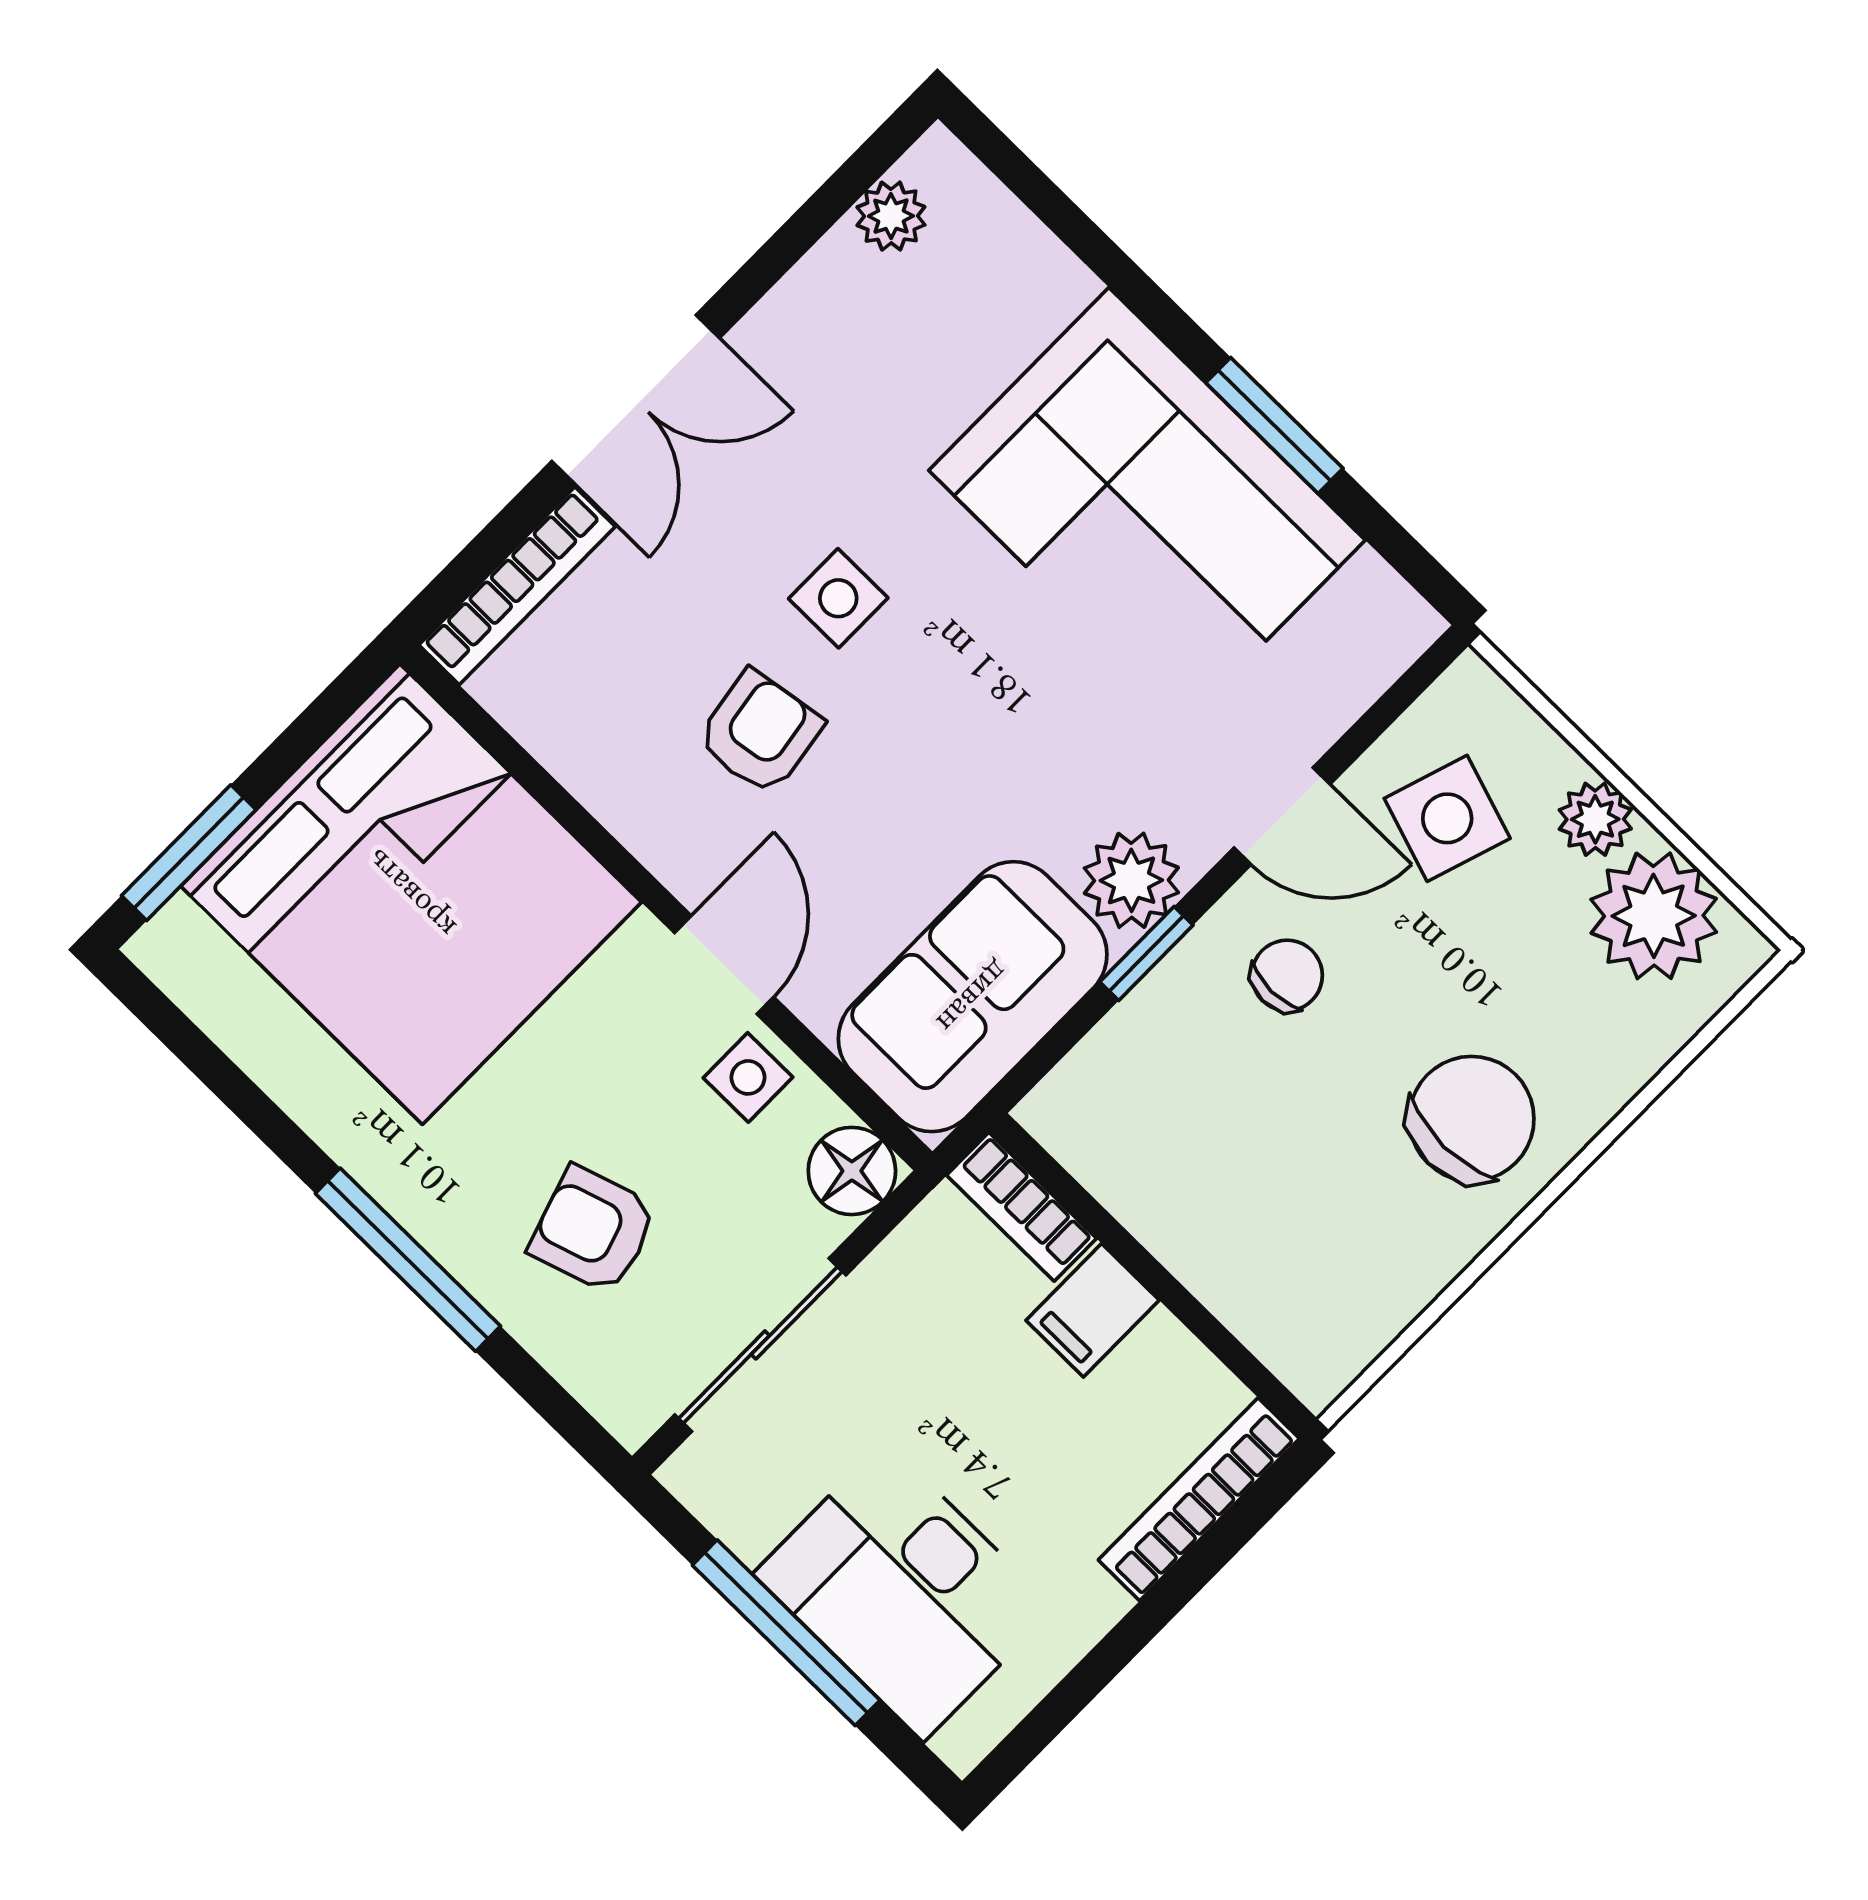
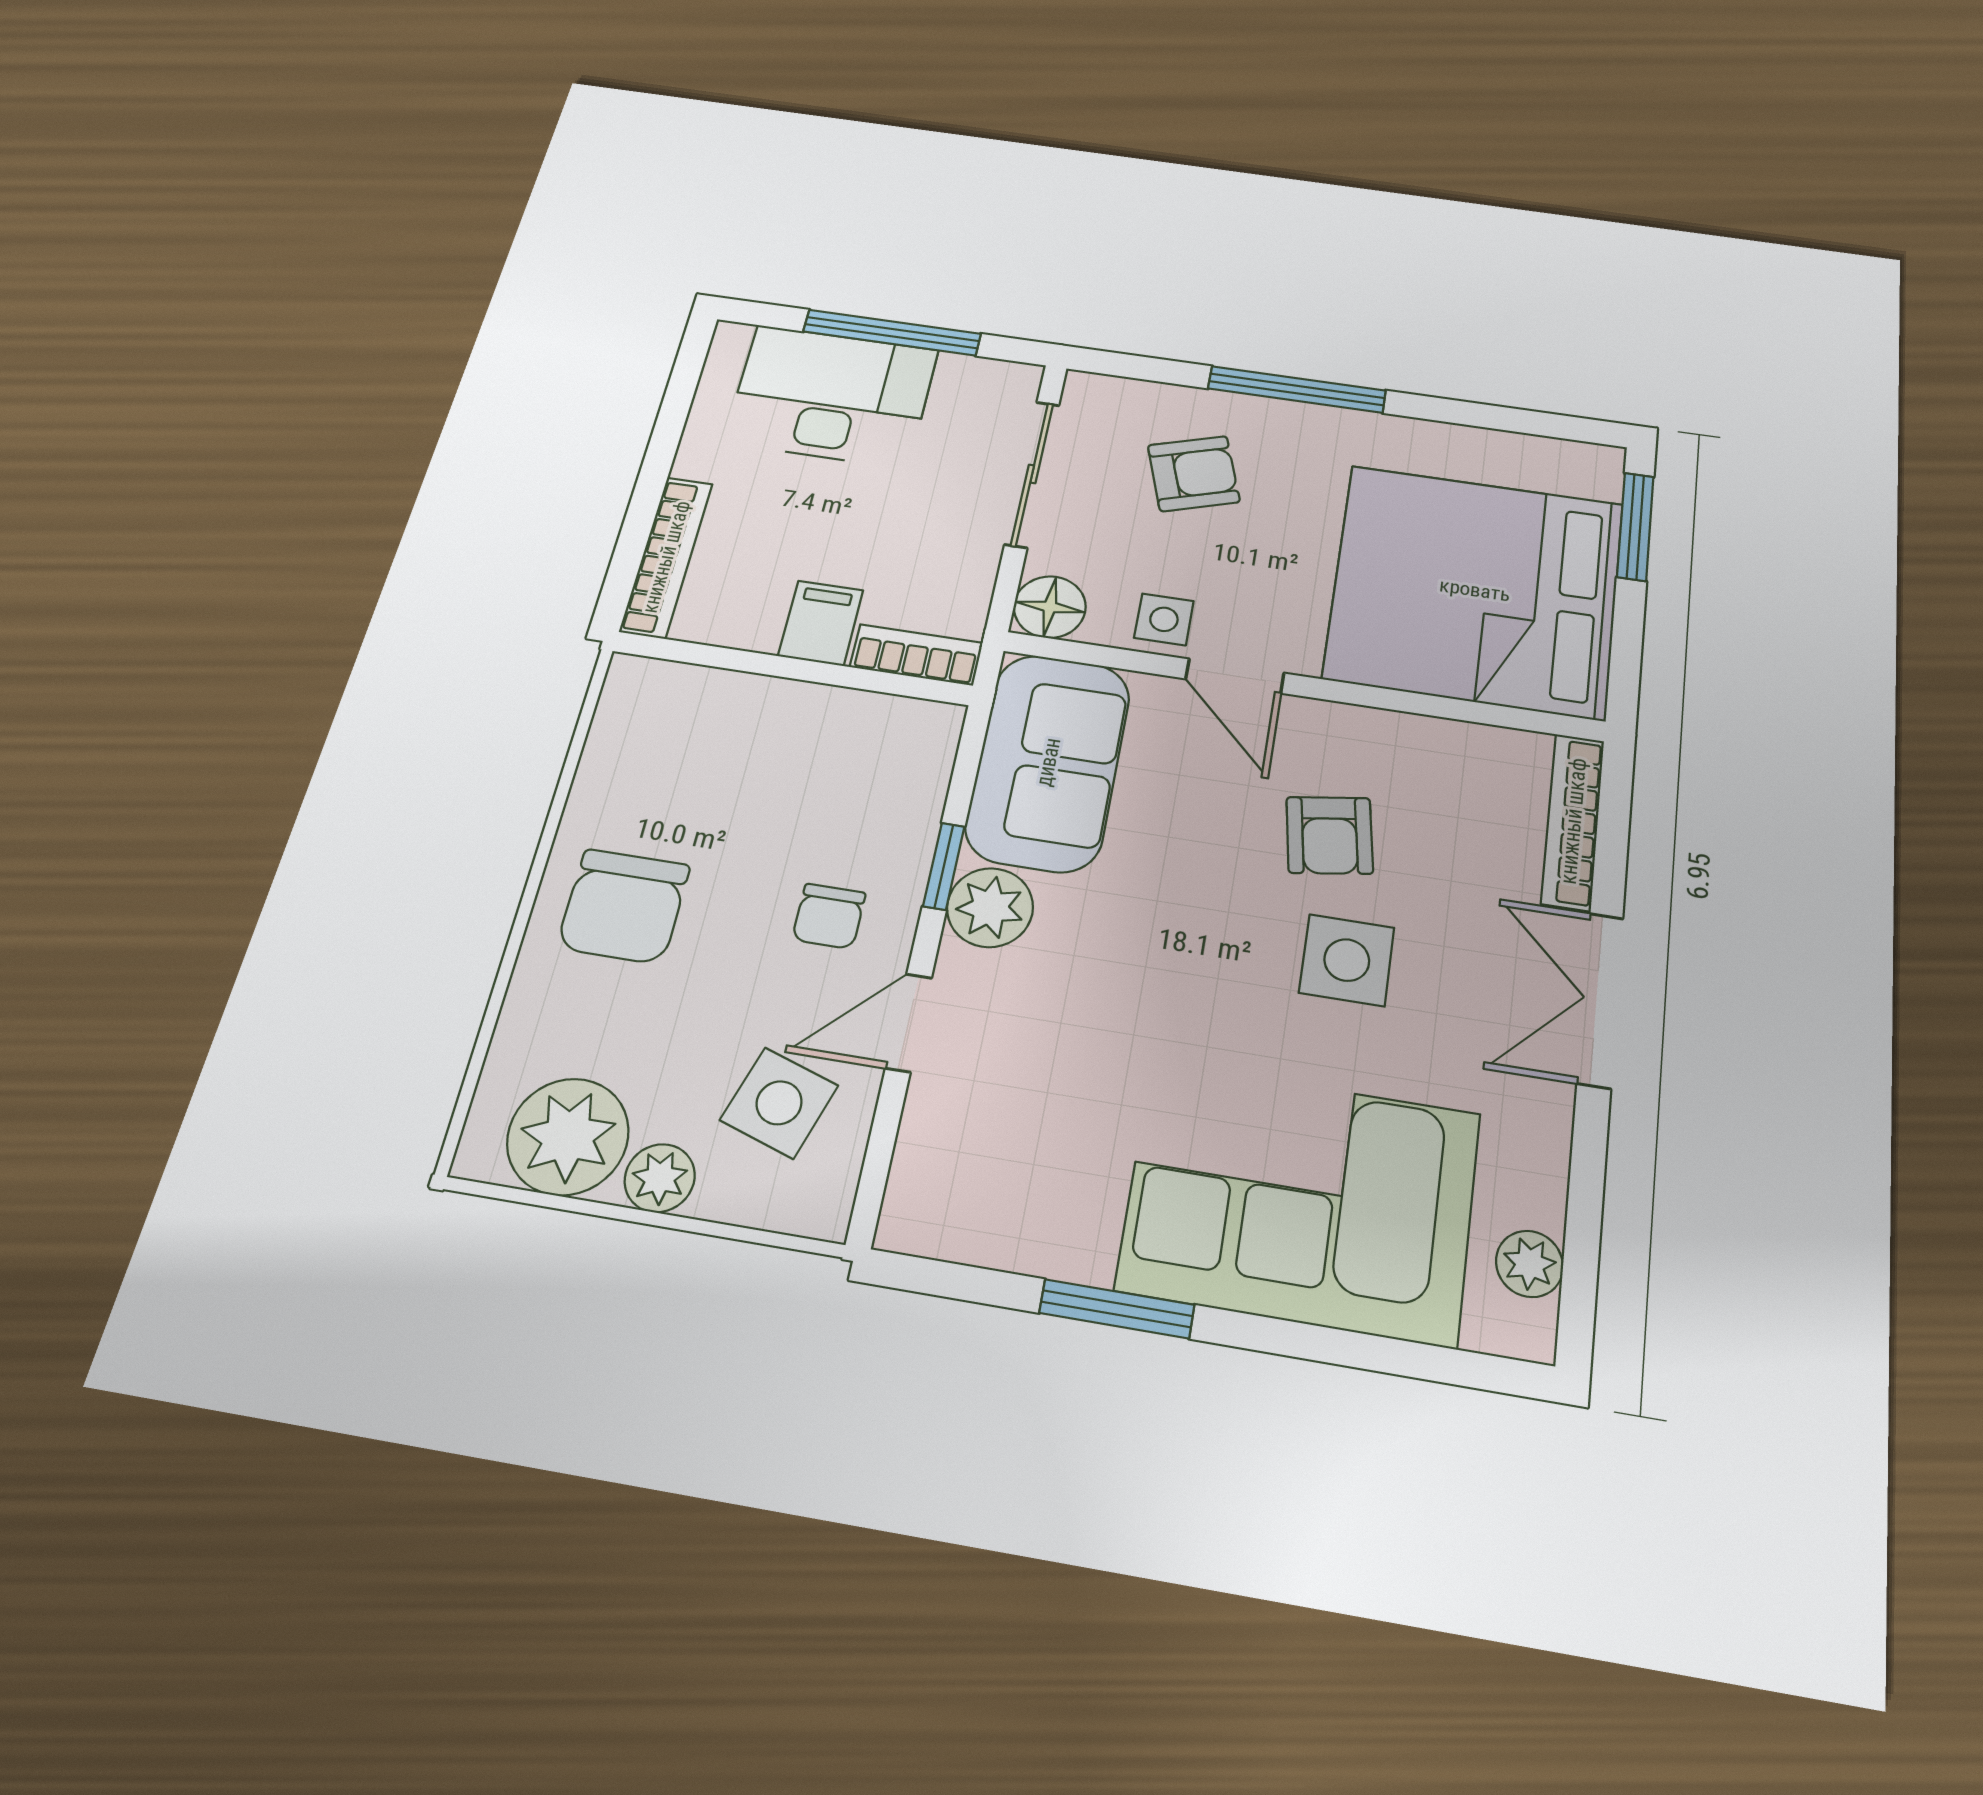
corner sofa: (1147, 505) -> (1300, 1201), moved
side table: (838, 598) -> (1347, 960), width x1.37, depth x1.37

